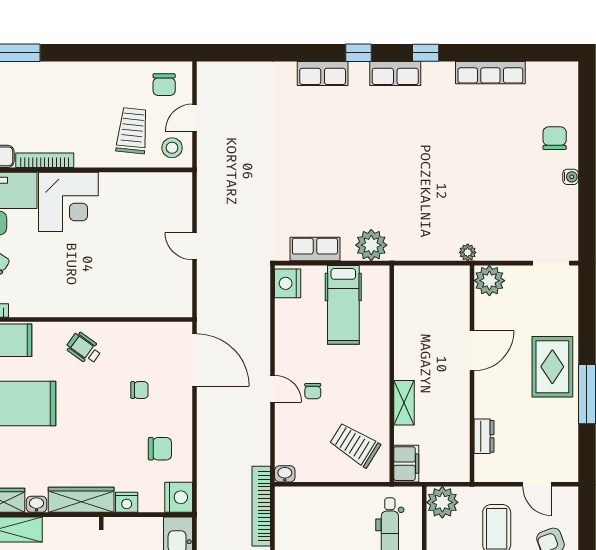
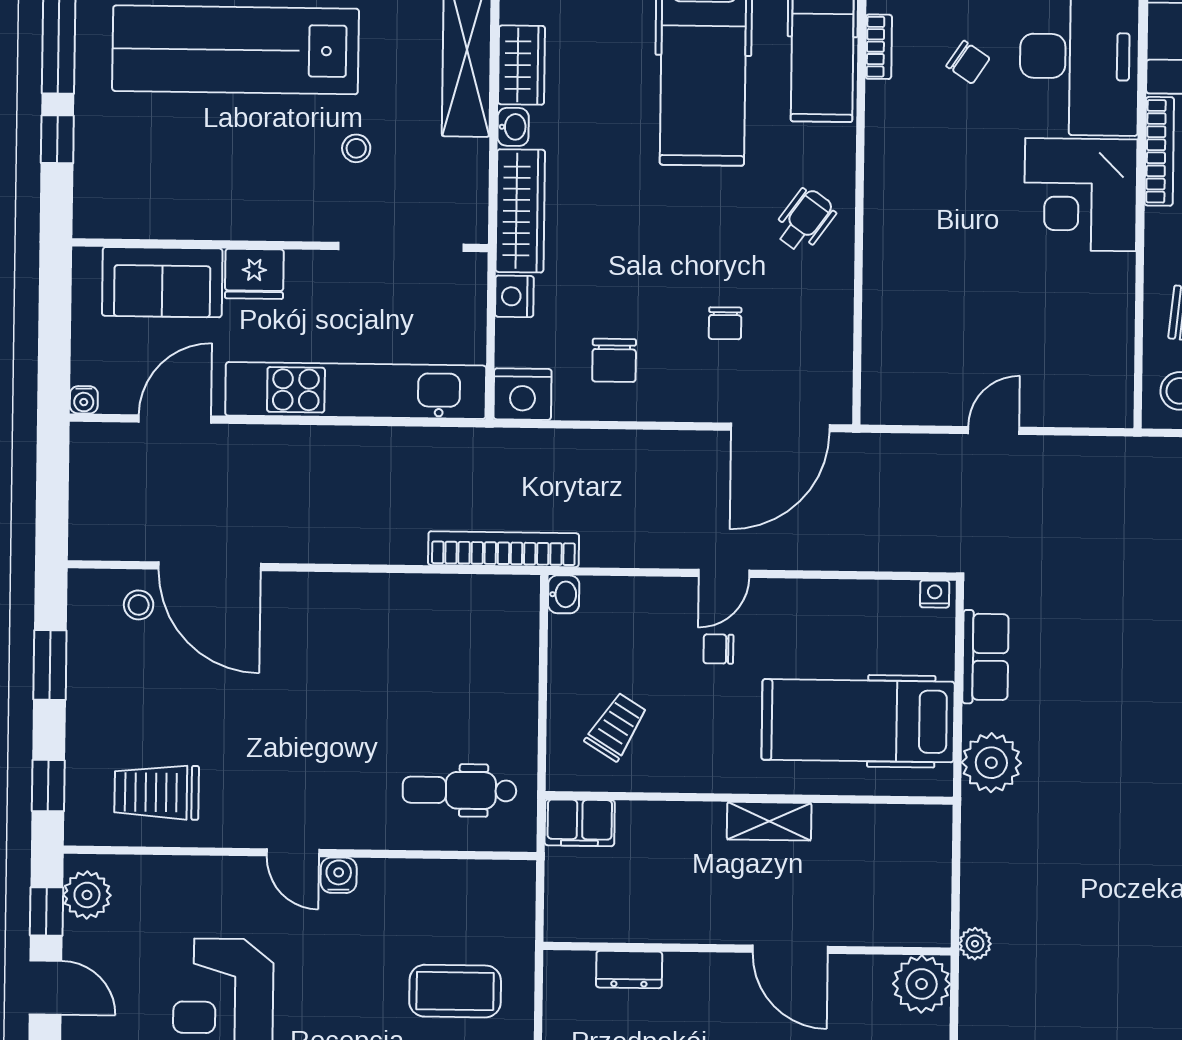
nightstand: (288, 283) -> (935, 594), width x0.53, depth x0.56
hospital bed: (343, 305) -> (858, 721), width x1.37, depth x1.29
shelving: (404, 403) -> (769, 821), moved
trolley: (355, 445) -> (616, 727), width x0.73, depth x0.72
plant: (442, 502) -> (506, 890), removed

